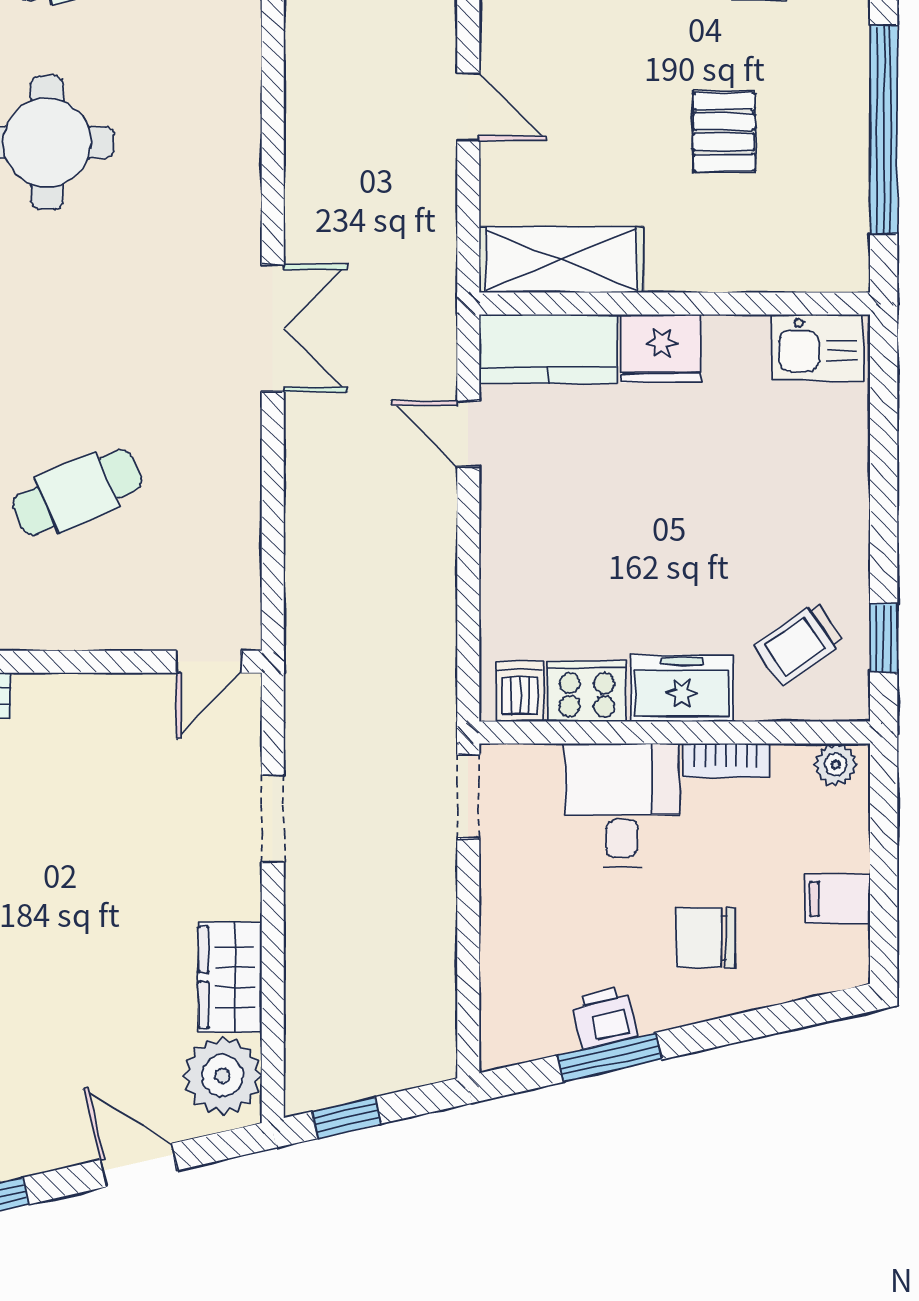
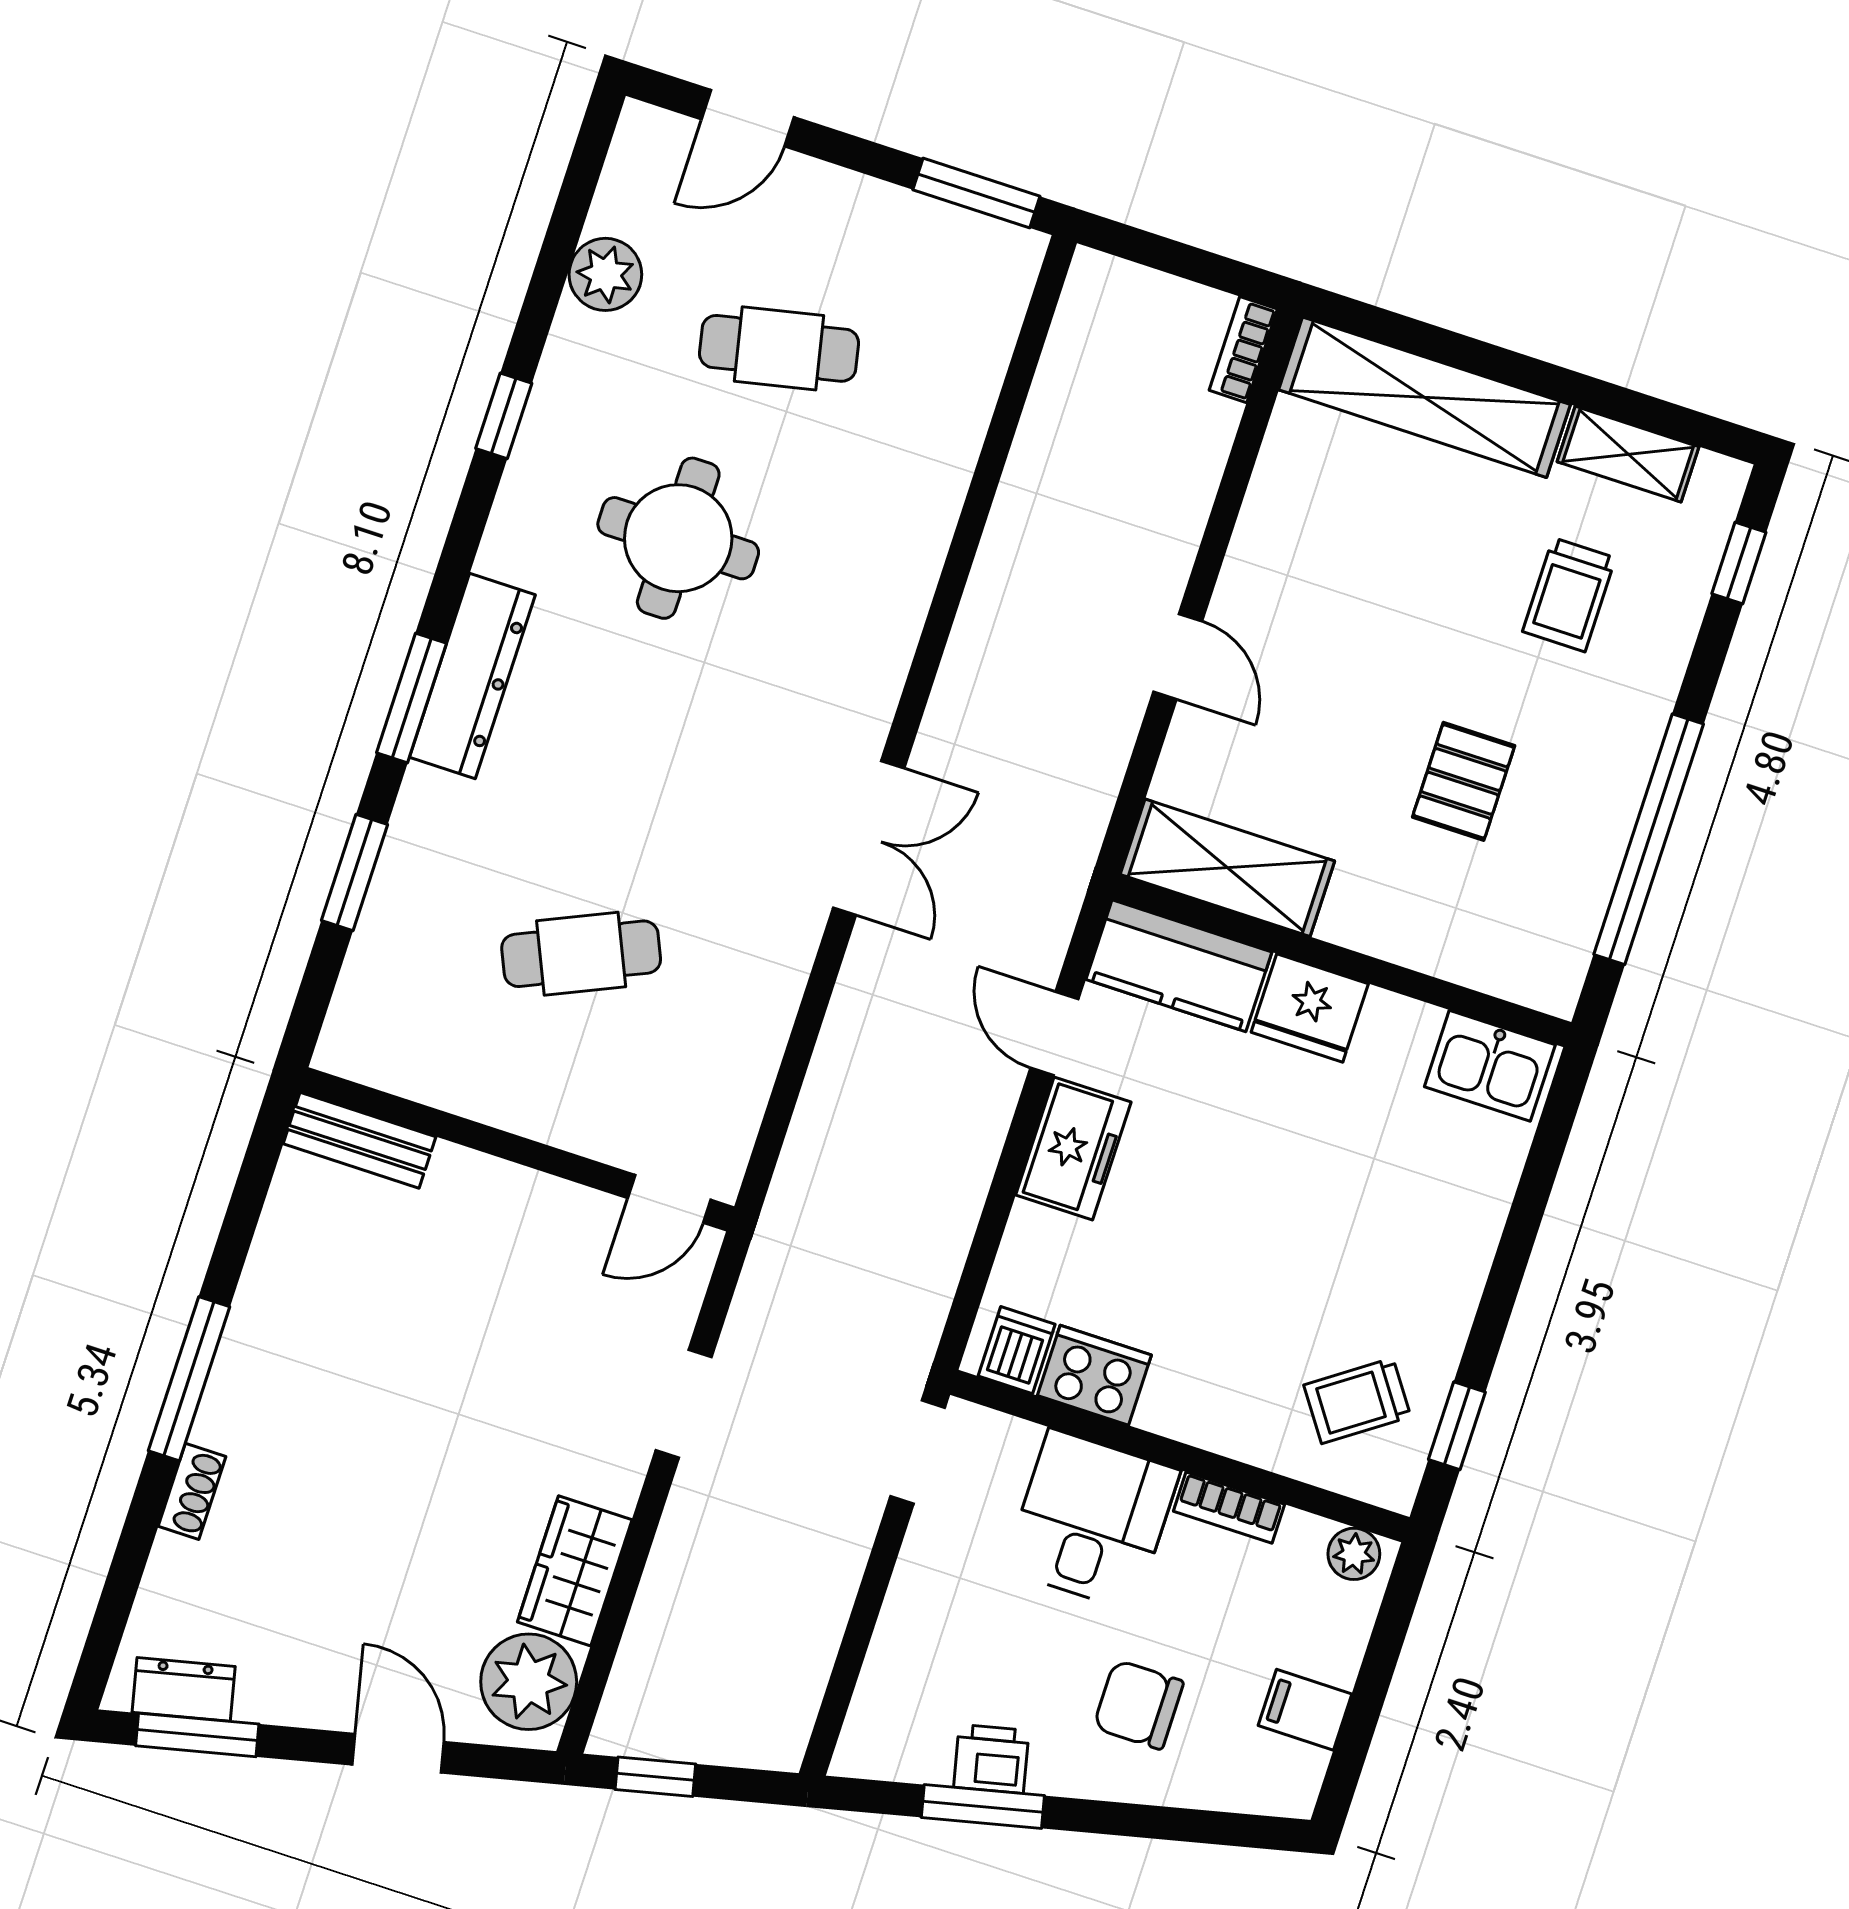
freezer: (682, 688) -> (1073, 1148), moved, turned 90

